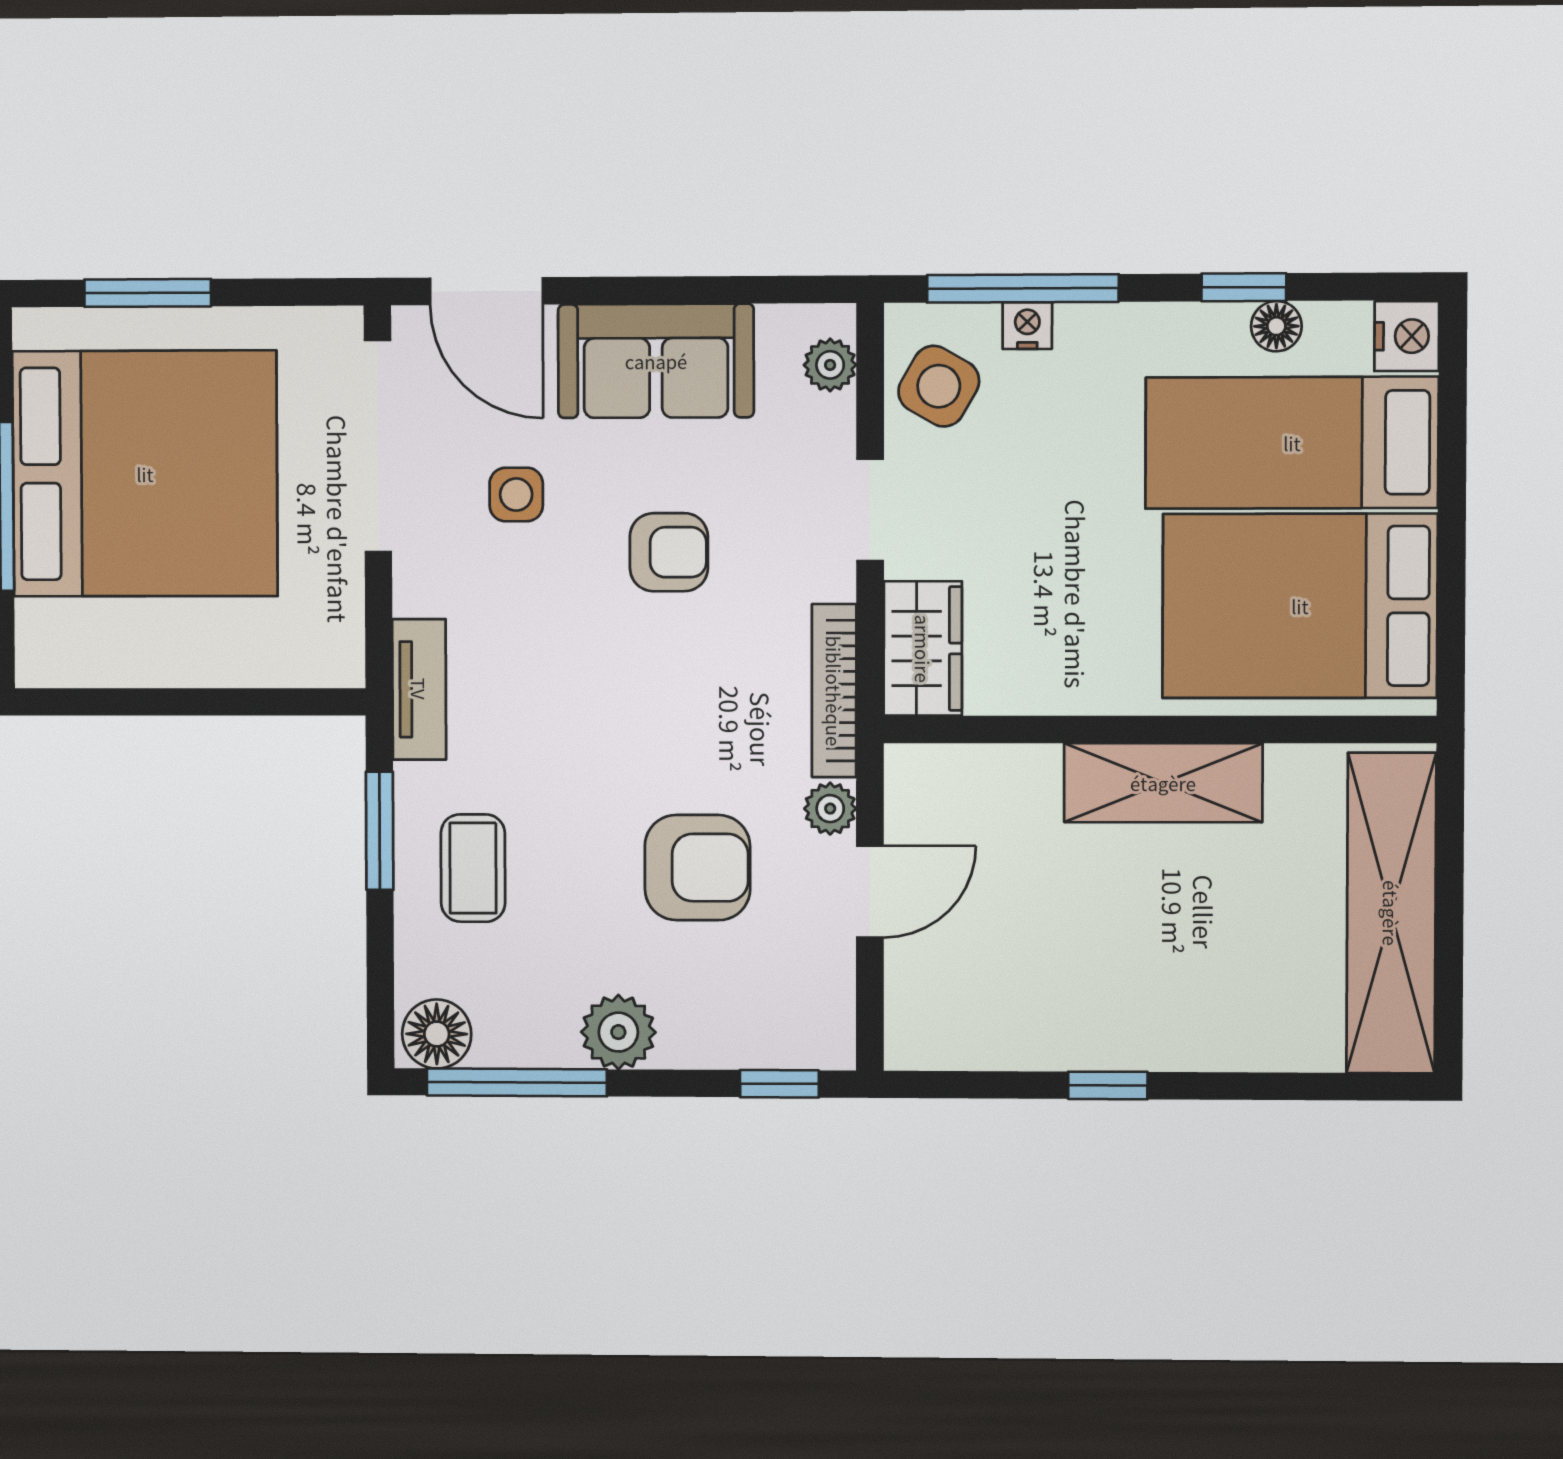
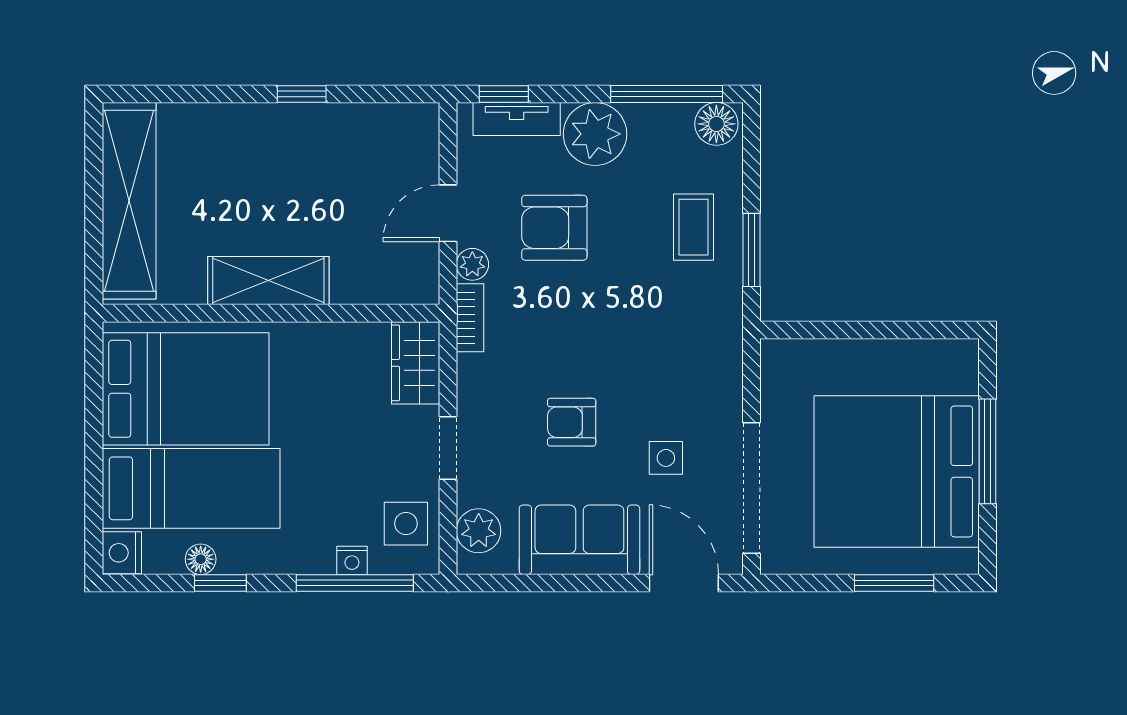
plant: (830, 365) -> (479, 531), width x1.38, depth x1.38
side table: (939, 386) -> (406, 524), turned -30
tv unit: (419, 689) -> (517, 119), moved, turned -90
bookcase: (834, 691) -> (470, 318), width x0.64
plant: (618, 1032) -> (595, 134), width x1.36, depth x1.36

